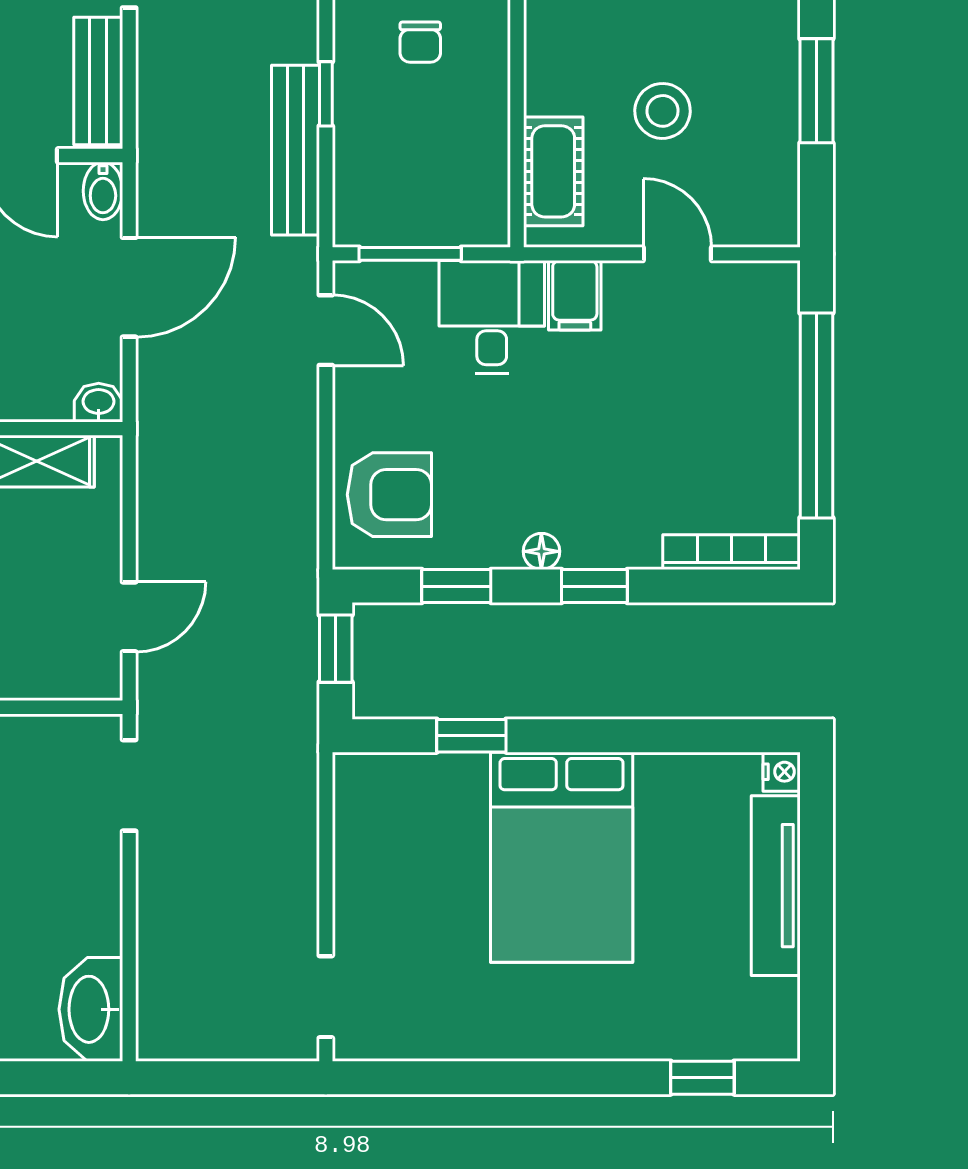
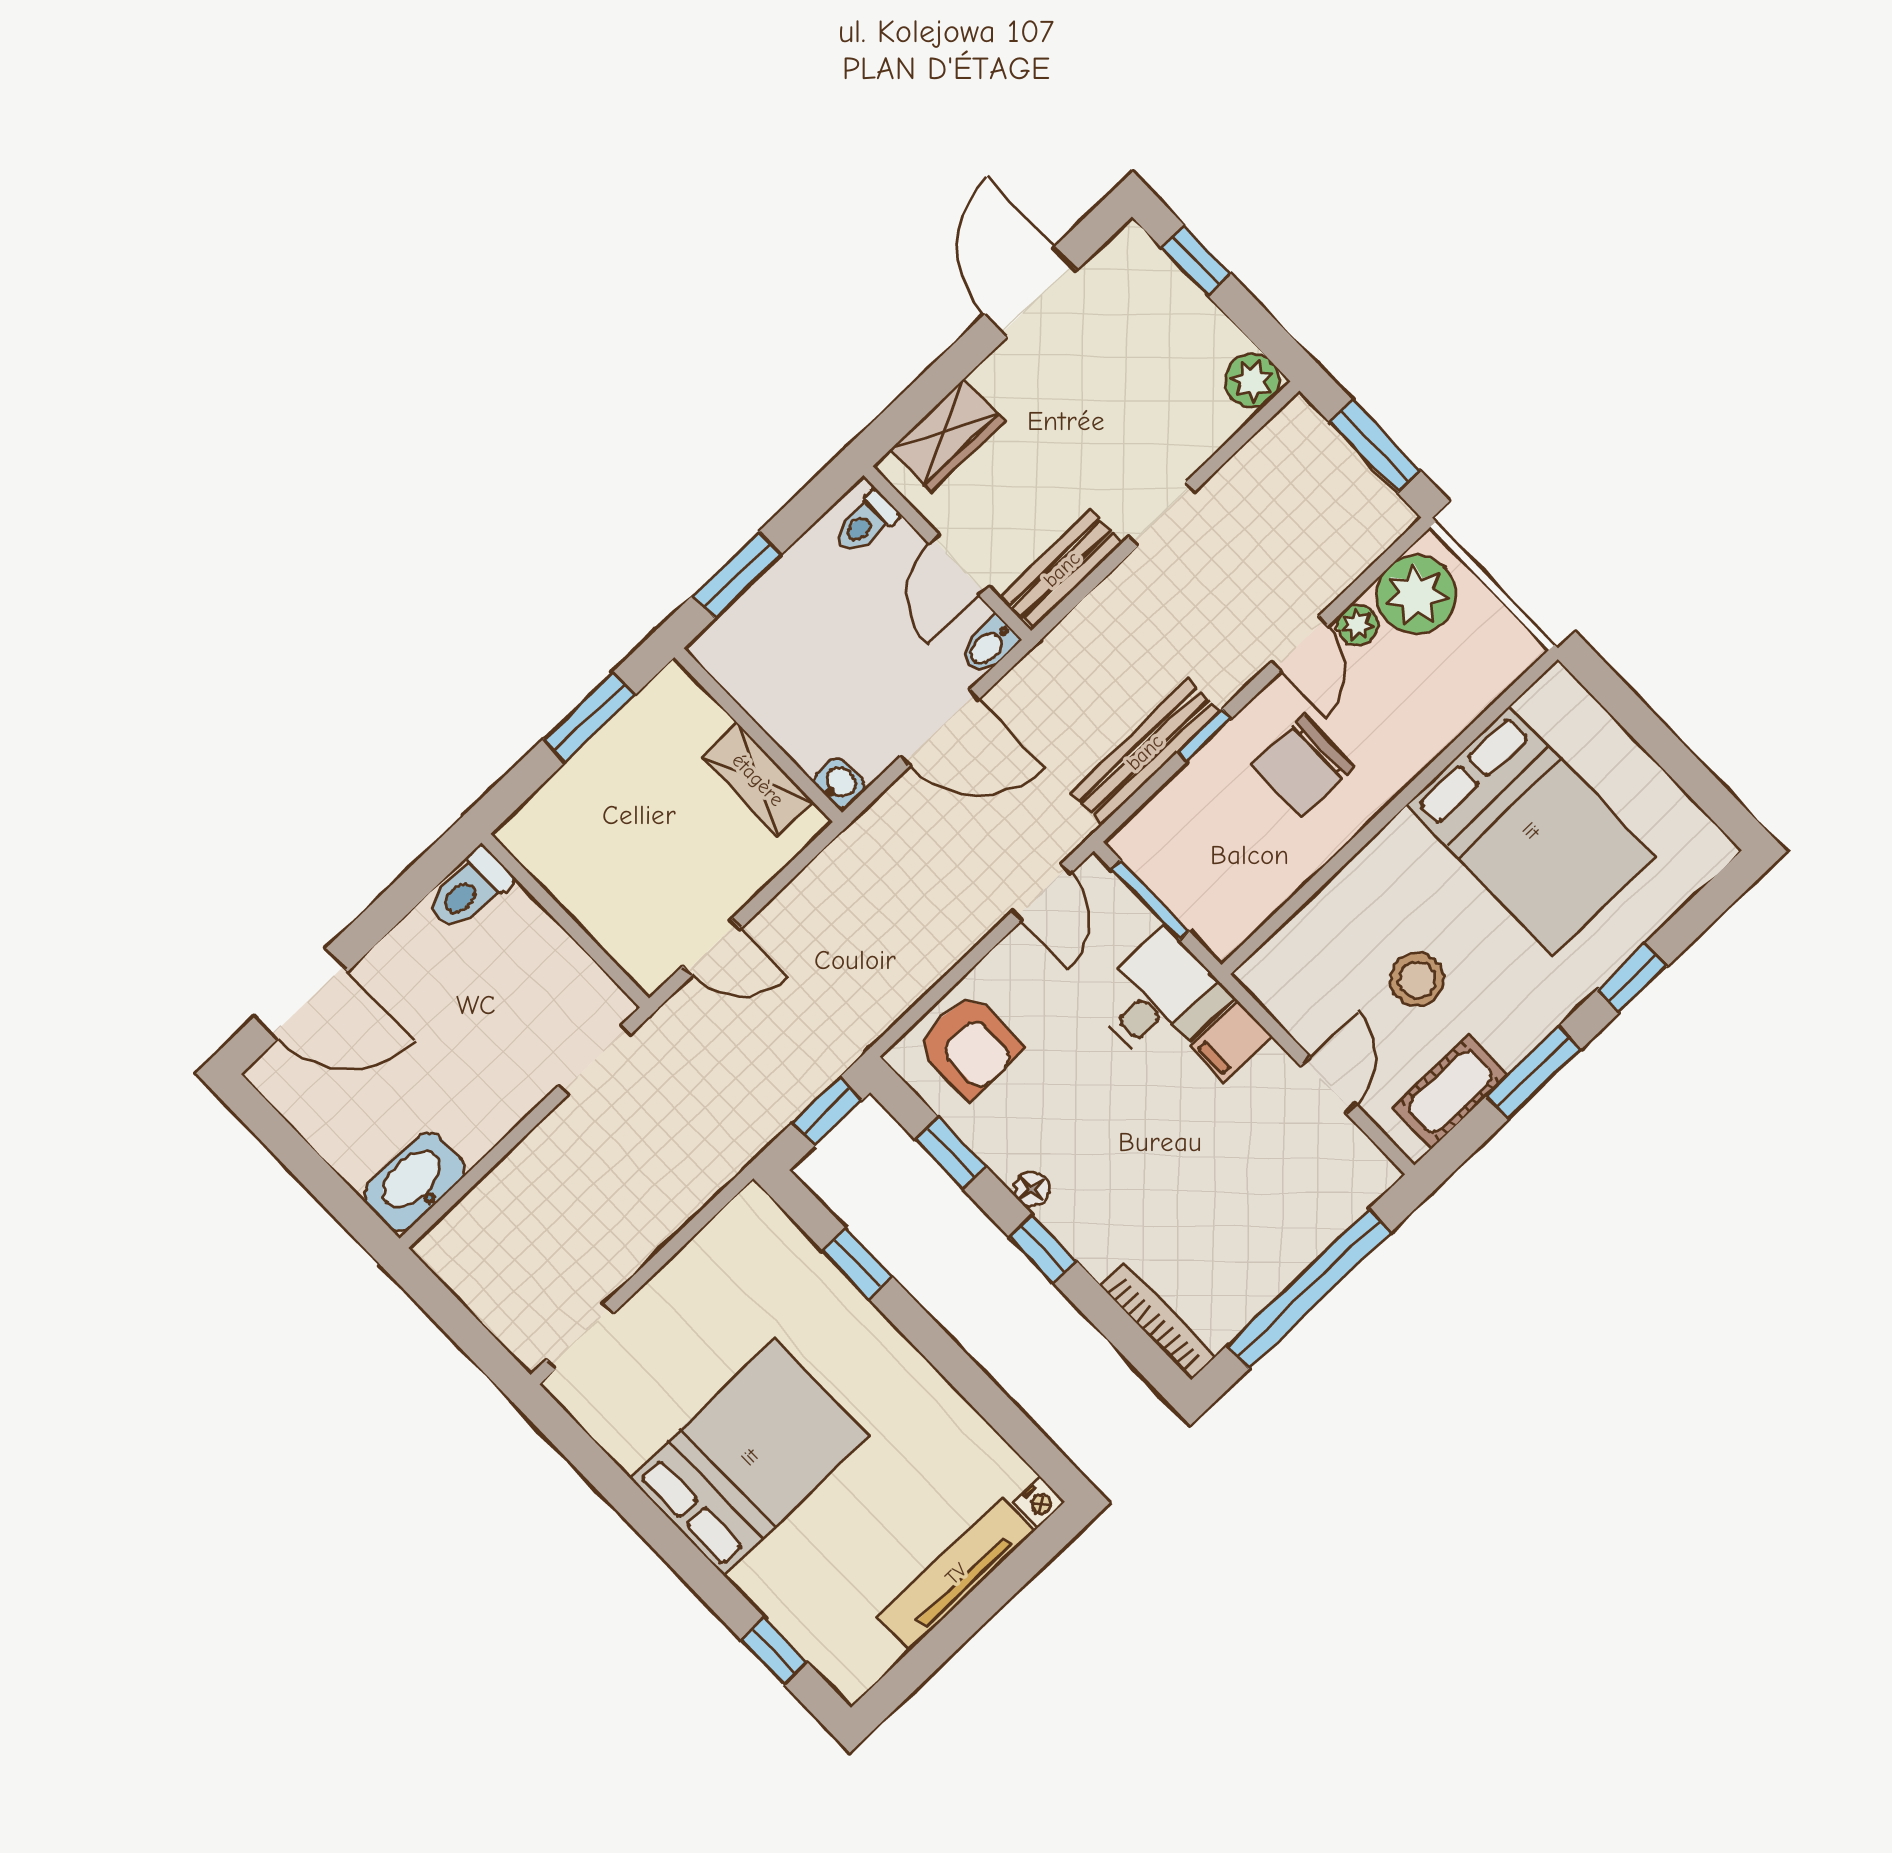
chair: (420, 42) -> (1303, 766), width x1.87, depth x1.87
cot: (553, 171) -> (1450, 1092), moved
bed: (562, 857) -> (750, 1457), moved, turned 180

